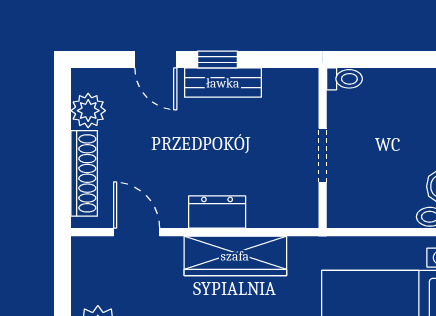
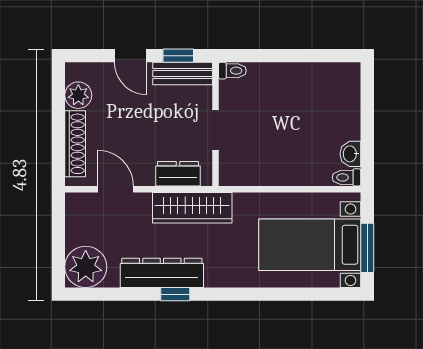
toilet: (344, 79) -> (232, 71), moved
wall: (323, 148) -> (215, 124), moved
doorway: (323, 155) -> (215, 130), moved

